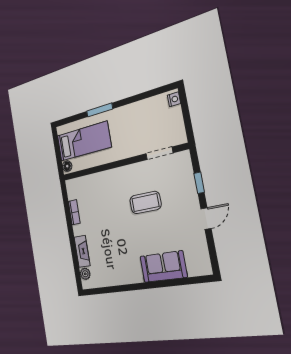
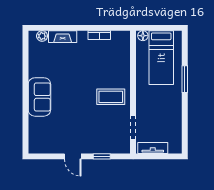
nightstand: (174, 99) -> (174, 149), removed
tv unit: (178, 124) -> (153, 148), added
coffee table: (145, 203) -> (111, 97), moved, turned 90
sofa: (163, 267) -> (39, 97), moved

